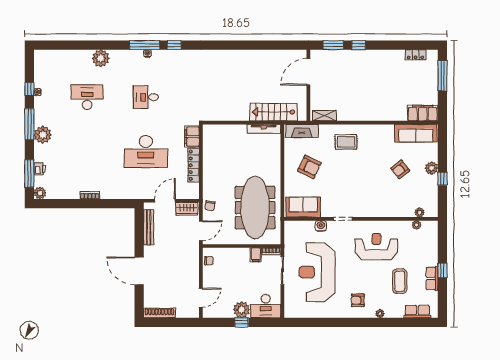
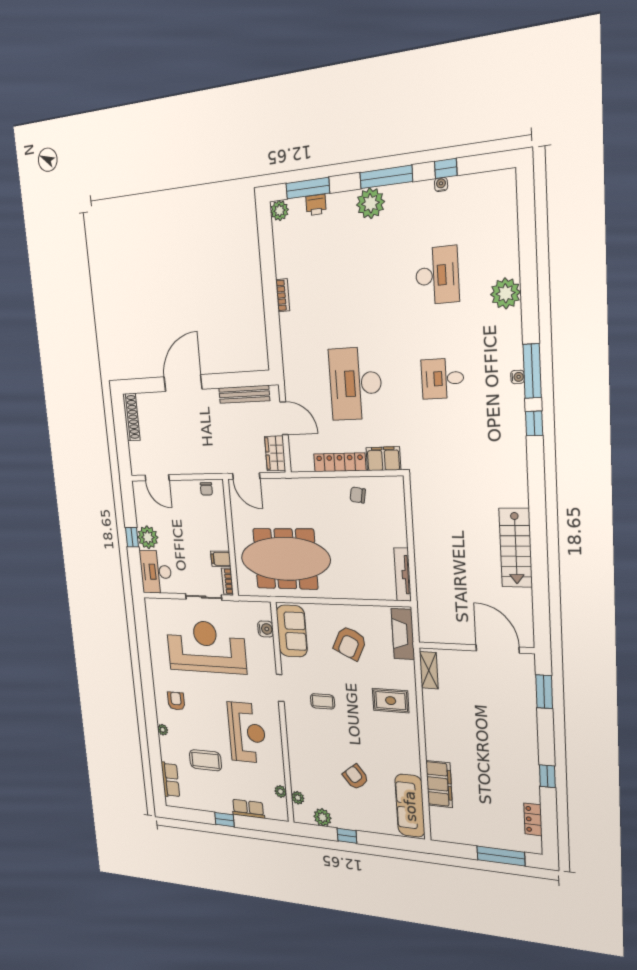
window: (359, 45) -> (547, 776), moved
desk: (146, 97) -> (442, 378), turned -90
stairs: (274, 112) -> (516, 548), moved, turned 180
filing cabinet: (423, 113) -> (439, 784), moved
rug: (346, 142) -> (391, 701), turned 90
plant: (432, 168) -> (323, 817), moved
coffee table: (350, 189) -> (323, 701), added
chair: (210, 206) -> (358, 495), moved
water cooler: (321, 226) -> (266, 629), moved
row of seats: (432, 278) -> (248, 809), moved

